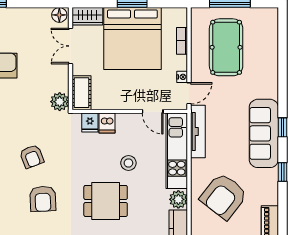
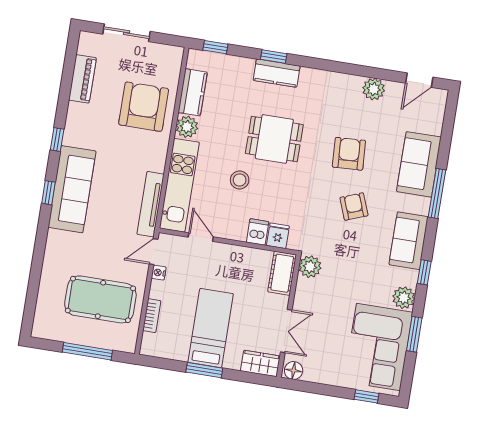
bed: (132, 39) -> (211, 328), width x0.49
pool table: (226, 47) -> (100, 299), turned 90
armchair: (224, 196) -> (144, 107), moved, turned -38

